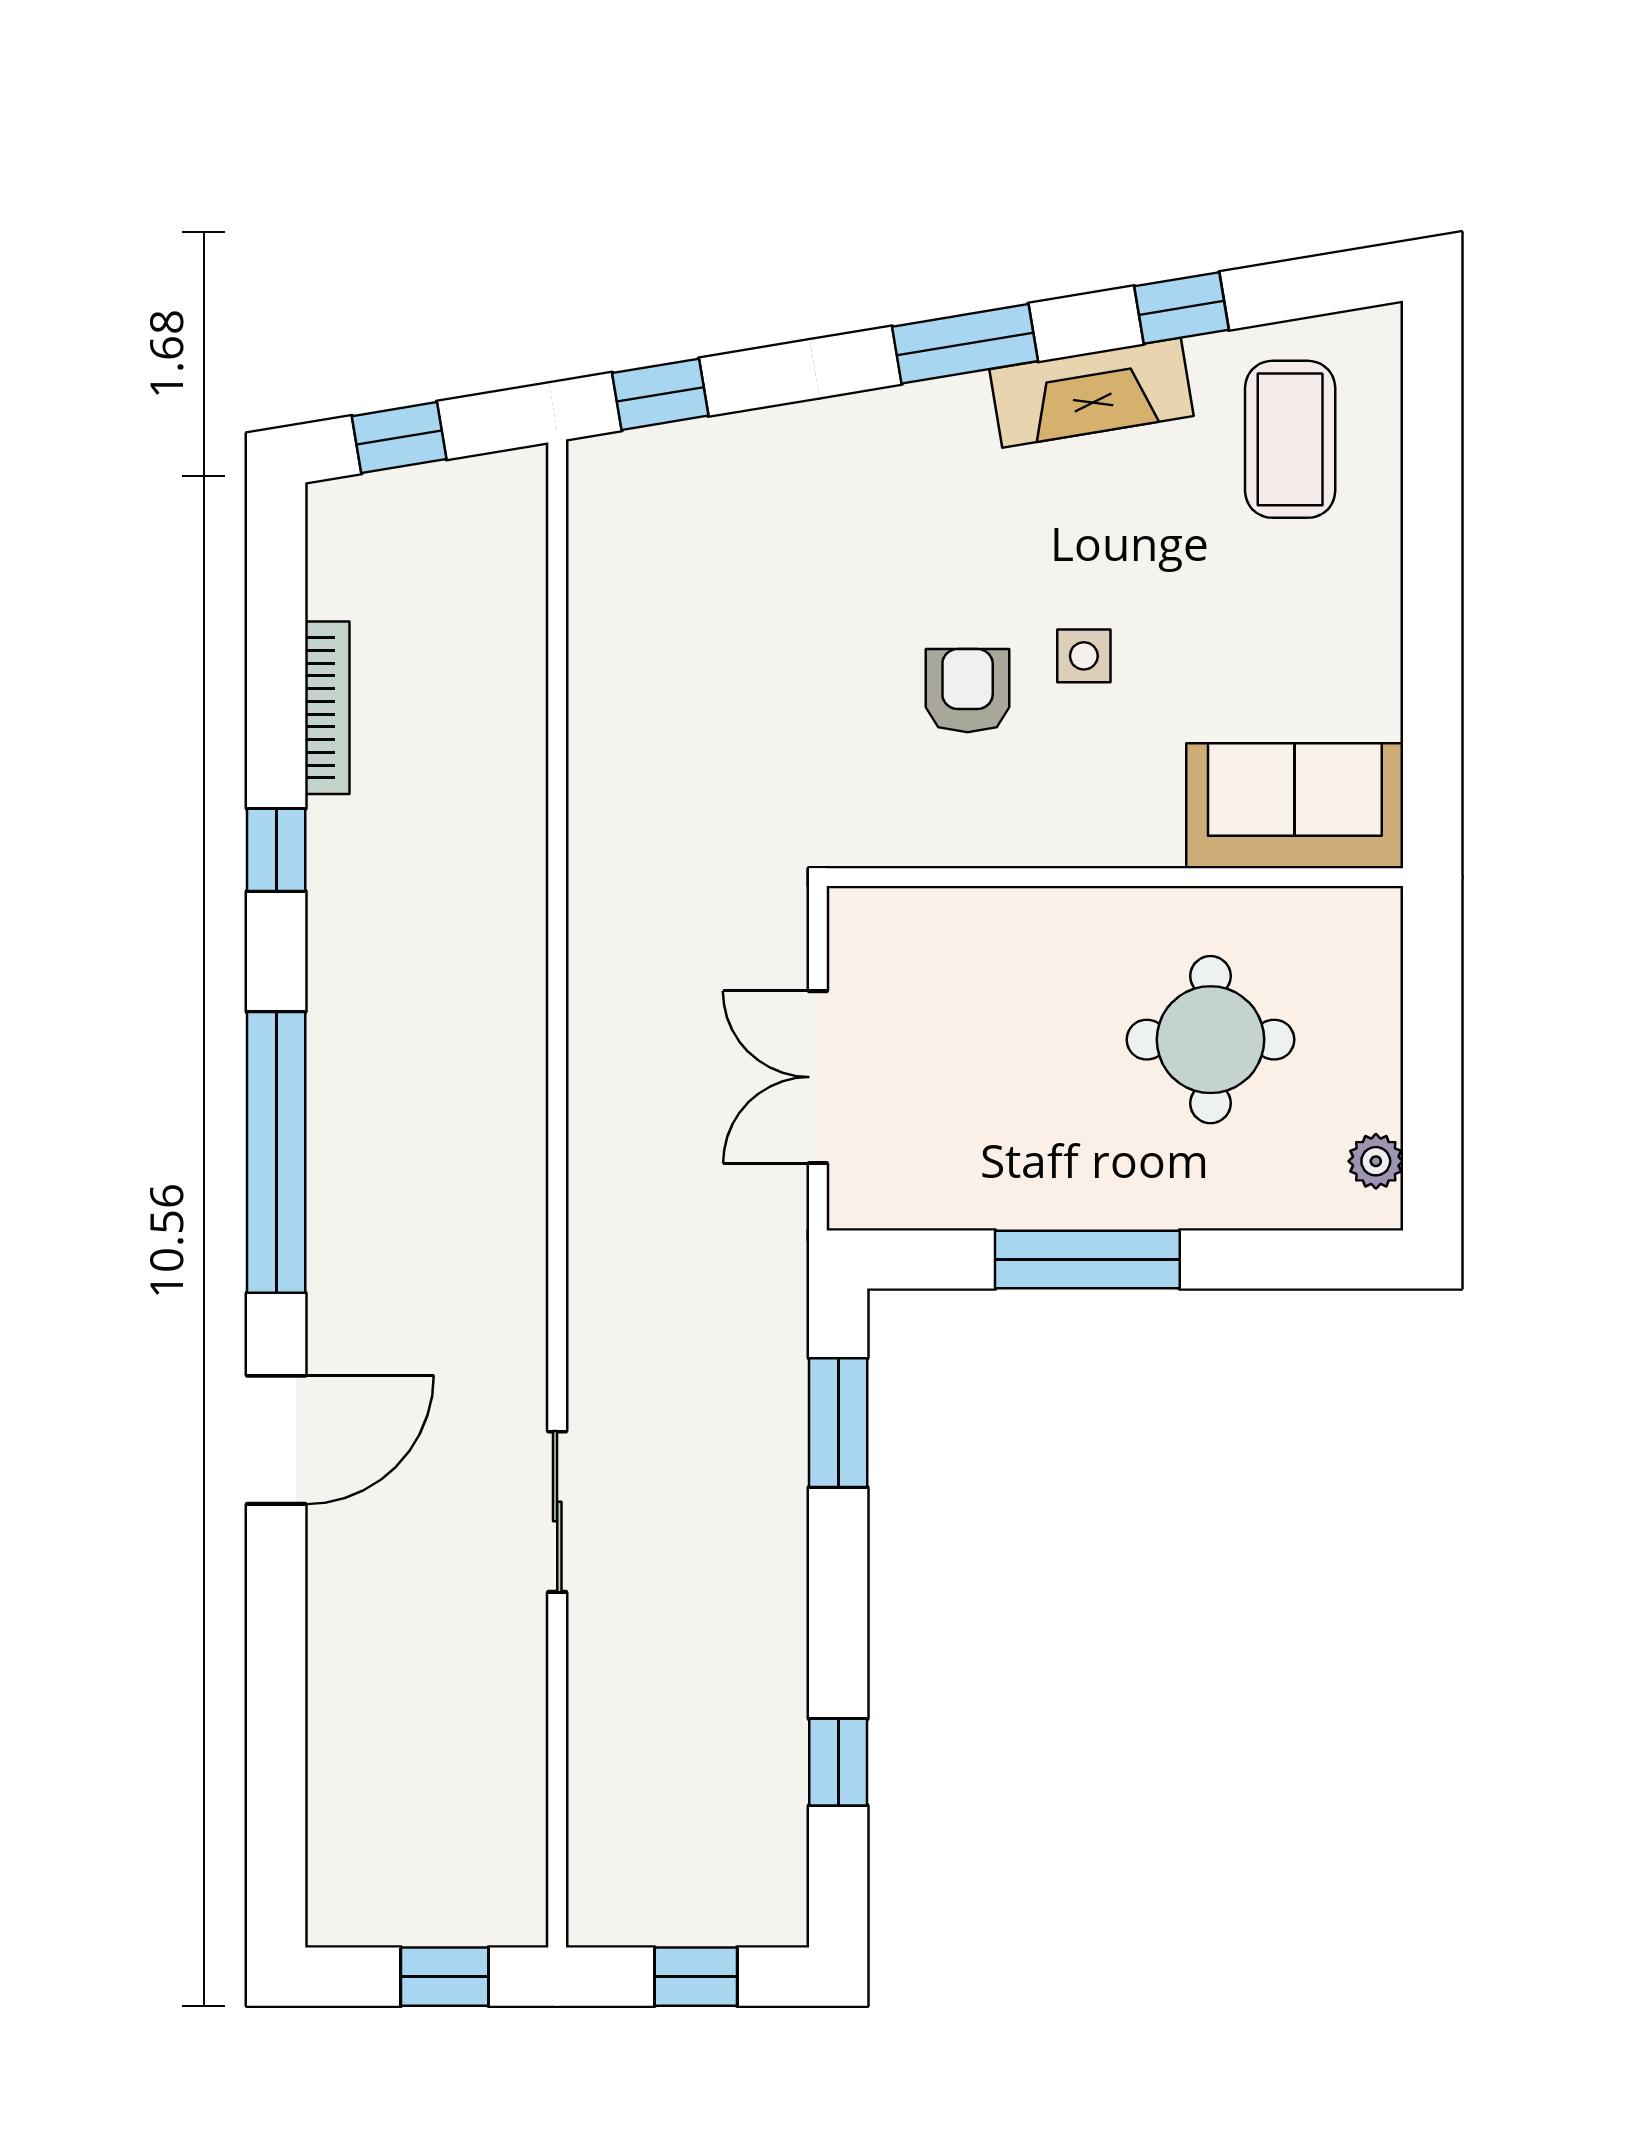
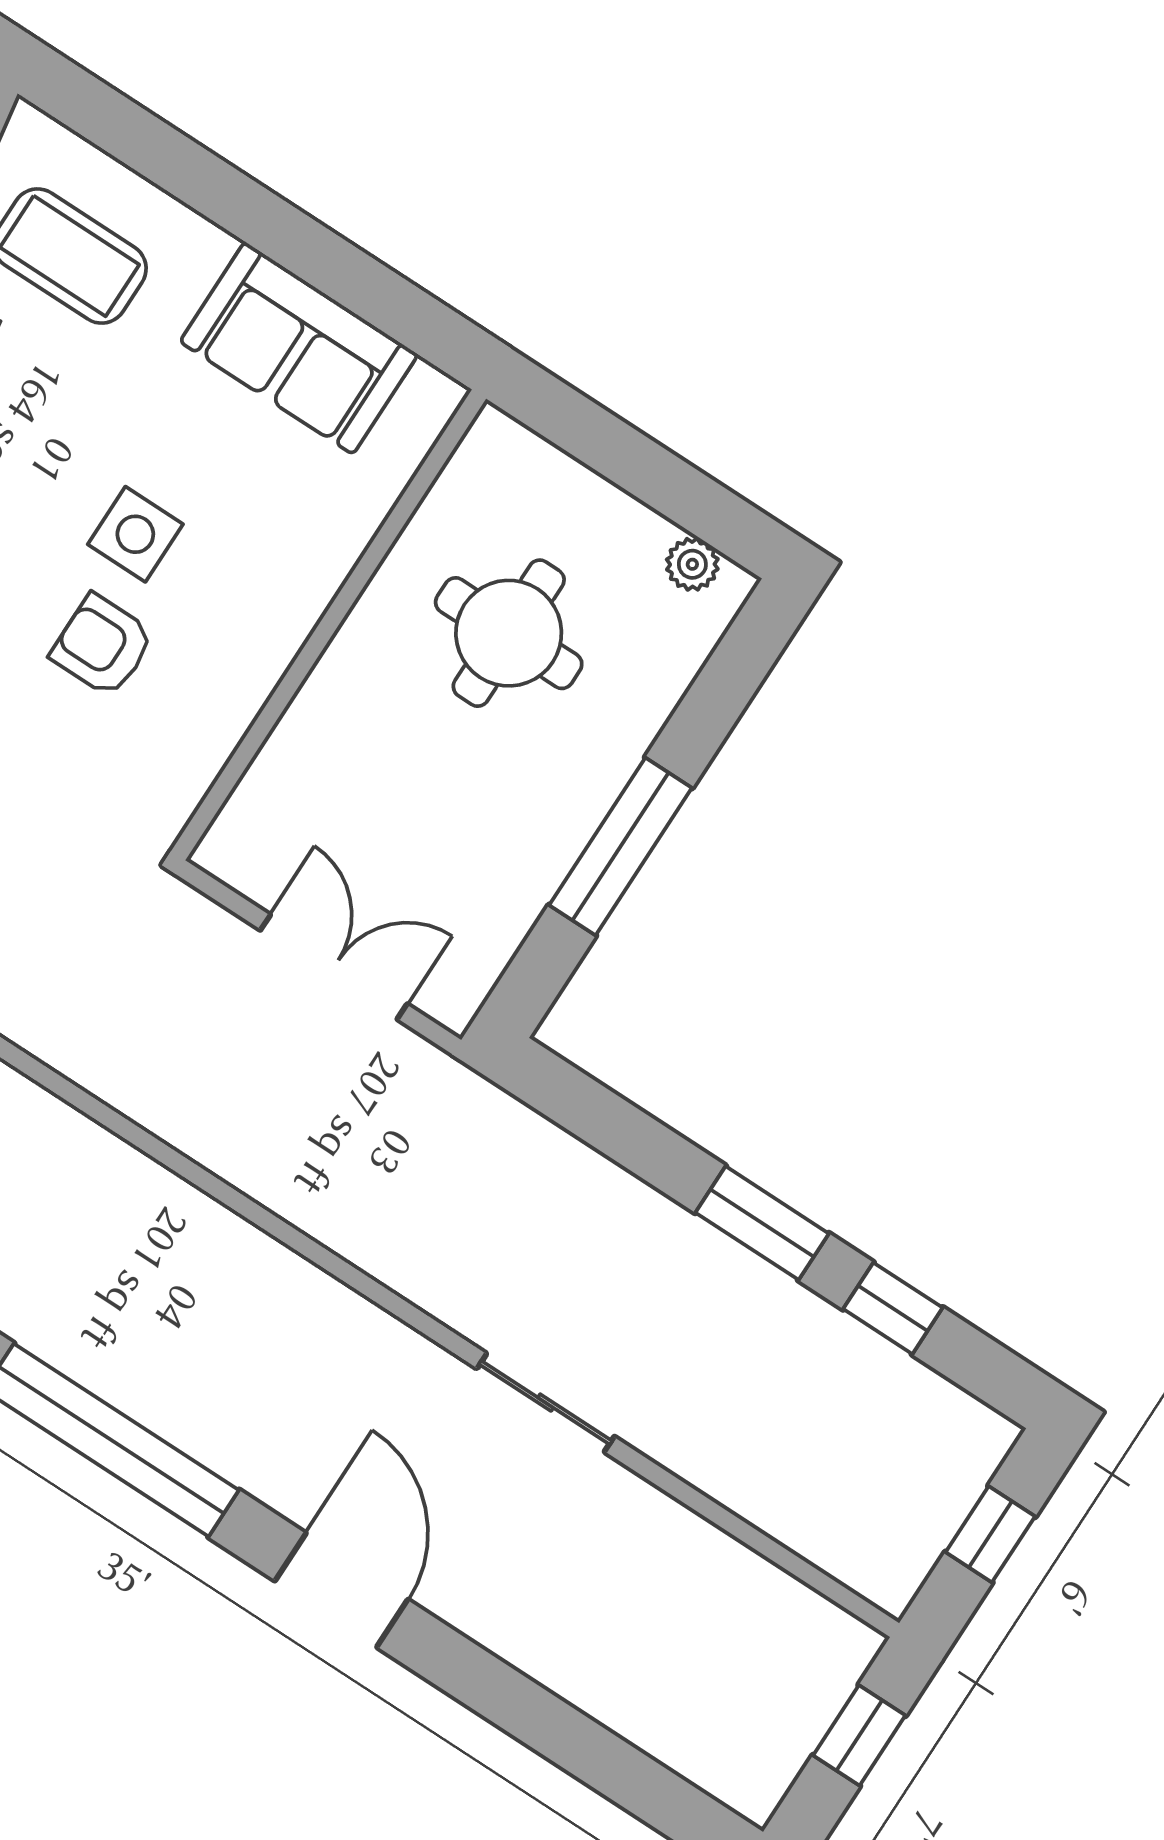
side table: (1084, 656) -> (135, 534), width x1.37, depth x1.37
sofa: (1295, 806) -> (299, 348), moved, turned -90
double door: (818, 1077) -> (334, 967), swing flipped
window: (838, 1423) -> (762, 1223), moved

